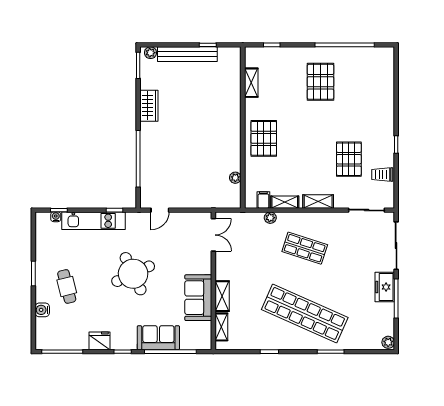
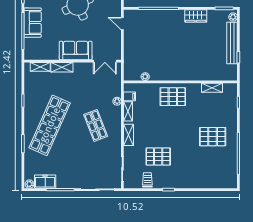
shop shelf: (305, 248) -> (96, 125), turned -39
freezer: (385, 287) -> (45, 182), moved
sofa: (198, 298) -> (76, 51), moved

